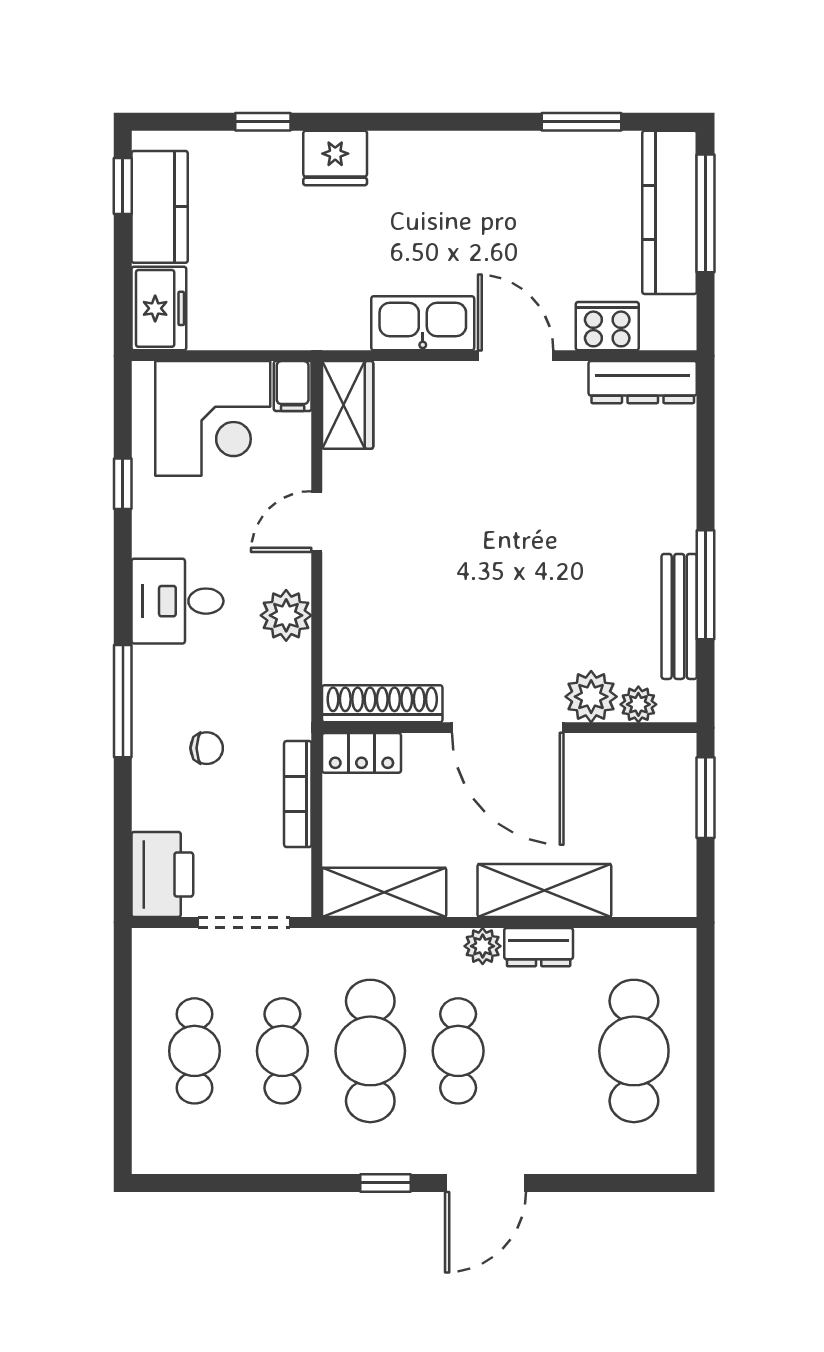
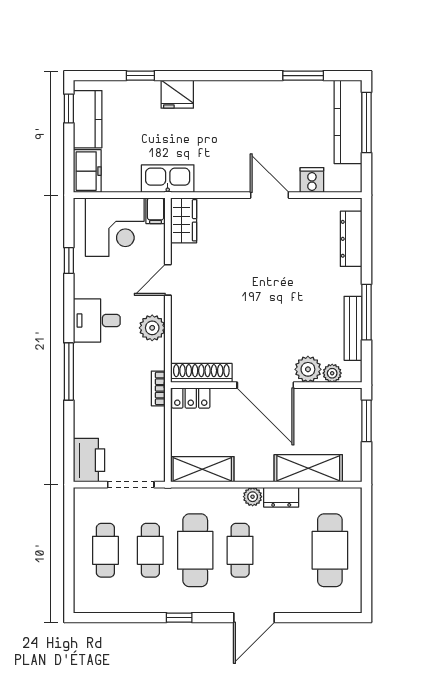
kitchen sink: (423, 323) -> (168, 179), moved
cooker: (607, 326) -> (312, 180), width x0.73
dresser: (643, 382) -> (351, 239), moved, turned 90
chair: (207, 748) -> (112, 396), removed
bookcase: (298, 794) -> (158, 388), moved, width x0.64
shelving: (544, 890) -> (308, 468), moved
window: (386, 1183) -> (179, 618), moved

